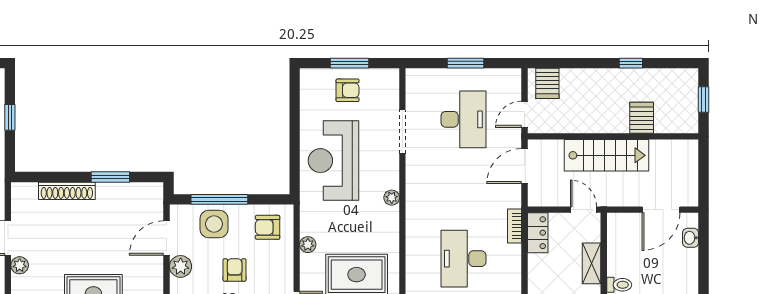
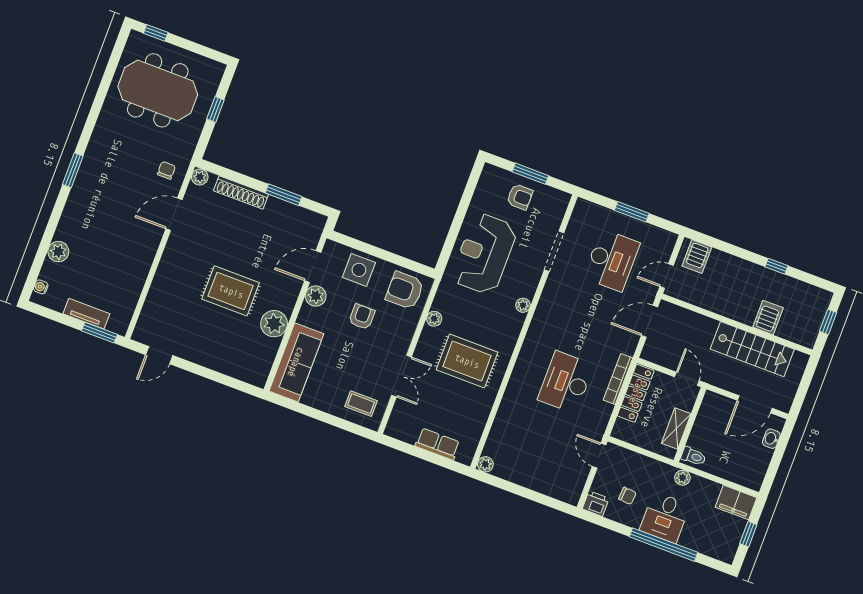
stairs: (607, 155) -> (752, 349), moved
window: (219, 199) -> (372, 250), removed
bookcase: (515, 226) -> (618, 379), width x1.56
armchair: (268, 227) -> (405, 290), width x1.38, depth x1.38
locker: (538, 233) -> (636, 393), width x1.53
plant: (20, 265) -> (200, 177), moved

